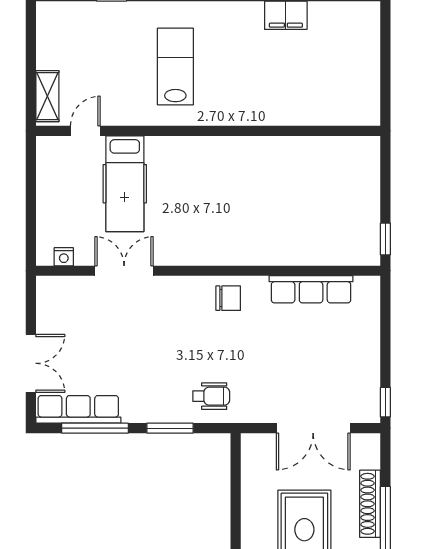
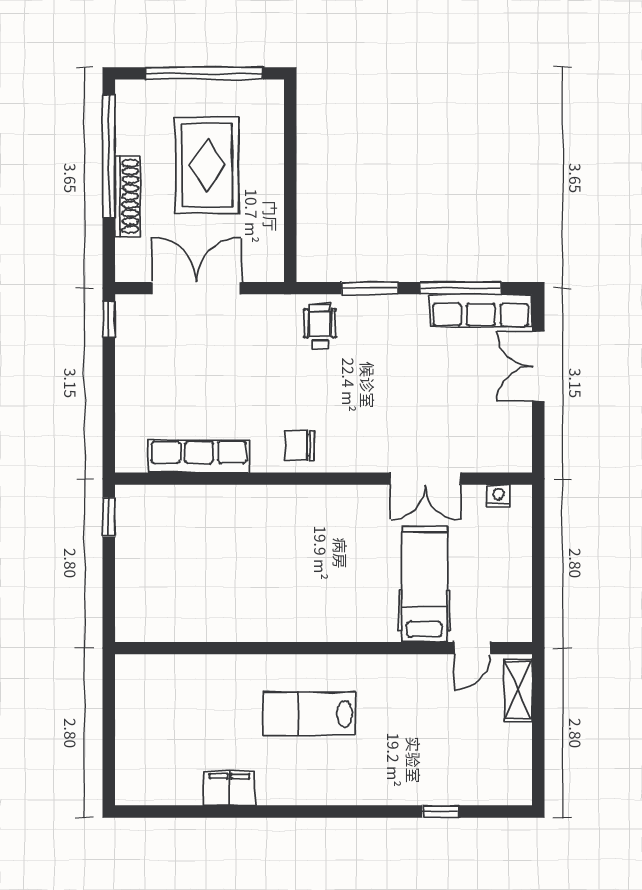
lab bench: (175, 66) -> (309, 714), moved, turned 90
wheelchair: (211, 396) -> (320, 327), turned 90

